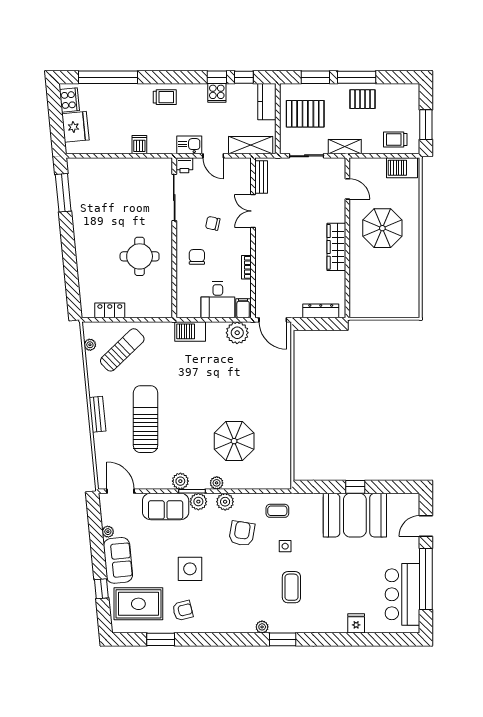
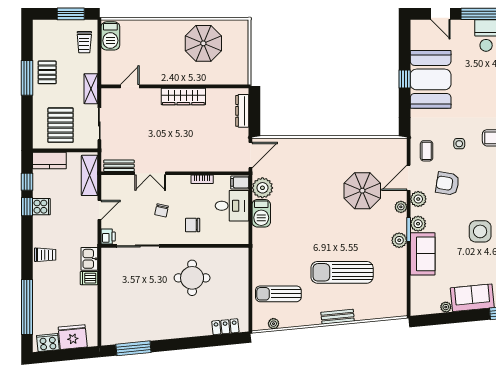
window: (315, 77) -> (27, 116), removed
trolley: (165, 97) -> (45, 255), turned 90
kitchen sink: (189, 145) -> (89, 259), moved
parasol: (382, 228) -> (203, 43), moved
locker: (110, 310) -> (225, 327), moved, turned 84
barbecue: (190, 331) -> (261, 213), moved
sun lounger: (122, 350) -> (278, 294), turned -46
door: (121, 491) -> (409, 178), moved

